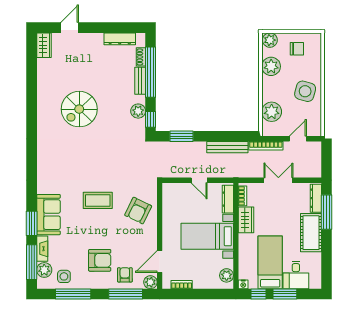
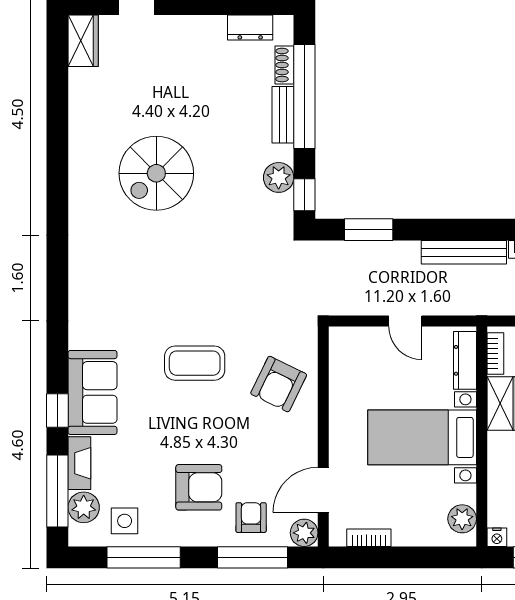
dresser: (120, 39) -> (250, 28), width x0.70
window: (32, 223) -> (57, 411), width x0.67

